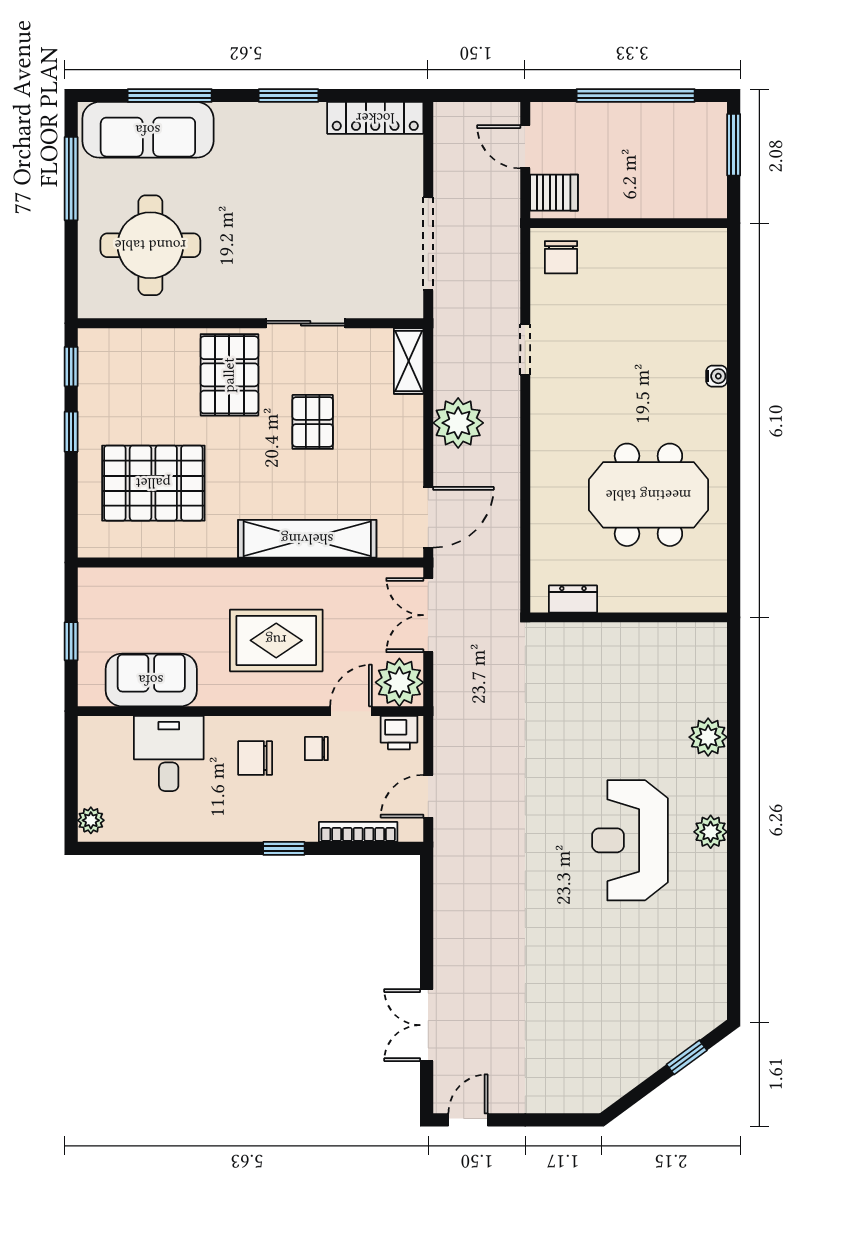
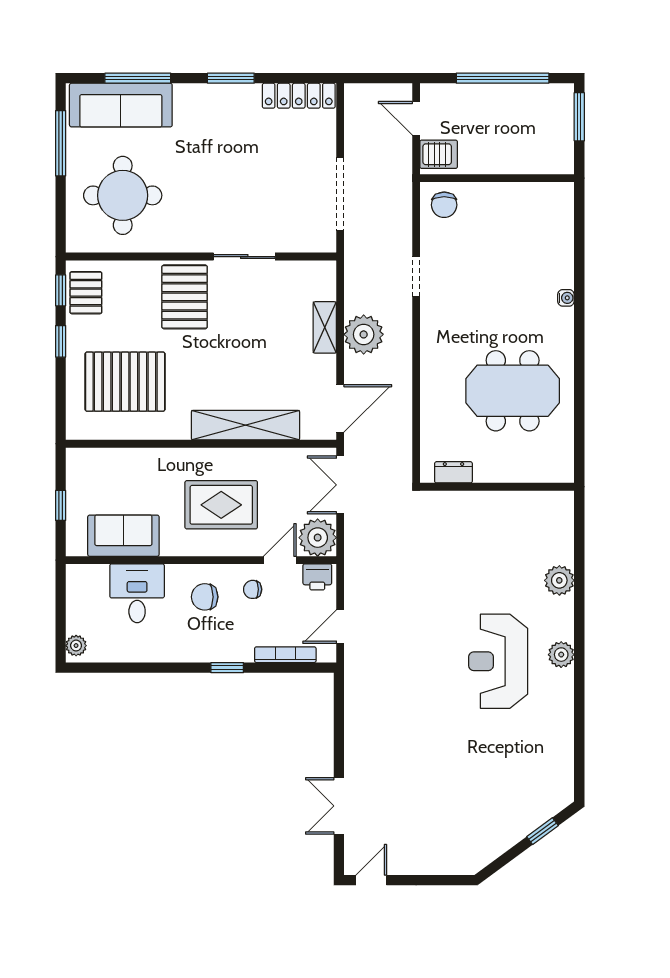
shelving: (409, 361) -> (325, 327), moved
pallet: (313, 422) -> (86, 293), moved

